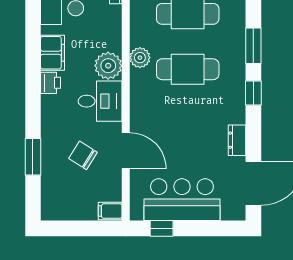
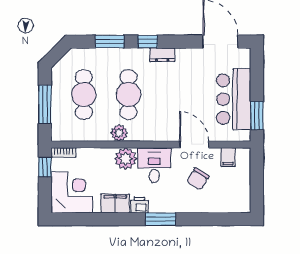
dresser: (237, 140) -> (162, 55), moved
door: (126, 151) -> (194, 144), hinge flipped
window: (33, 157) -> (161, 219), moved
filing cabinet: (110, 211) -> (228, 157), moved
window: (162, 228) -> (257, 116), width x1.50

